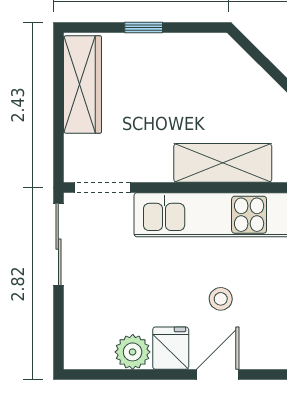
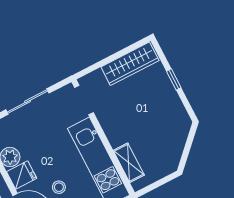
shelving: (223, 163) -> (129, 163), width x0.67, depth x0.75
sliding door: (58, 244) -> (27, 101), moved

